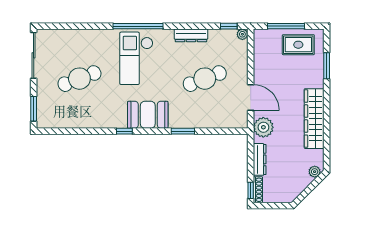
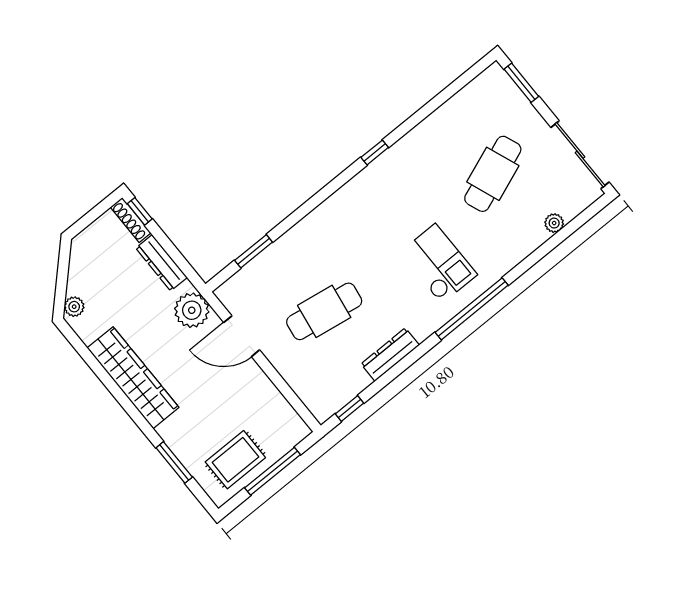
plant: (242, 34) -> (554, 223), moved
checkout: (136, 58) -> (438, 264), width x0.73, depth x0.83
cafe table: (205, 79) -> (324, 311), turned 30
booth: (148, 115) -> (361, 200), removed
window: (183, 131) -> (254, 251), moved

